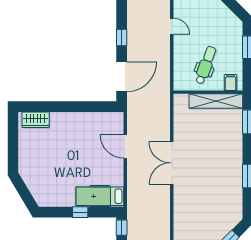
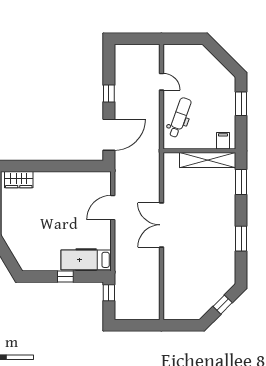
dental chair: (206, 65) -> (180, 118), moved
door: (125, 146) -> (113, 208), hinge flipped

